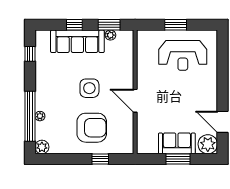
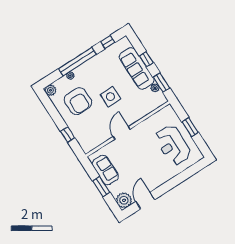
window: (30, 116) -> (77, 62), moved
armchair: (92, 128) -> (78, 101), moved
sofa: (177, 143) -> (105, 170), moved

